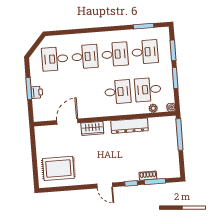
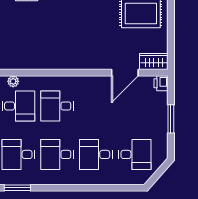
printer: (37, 92) -> (161, 83), moved
dresser: (130, 126) -> (45, 61), removed
wardrobe: (92, 128) -> (154, 62), moved

